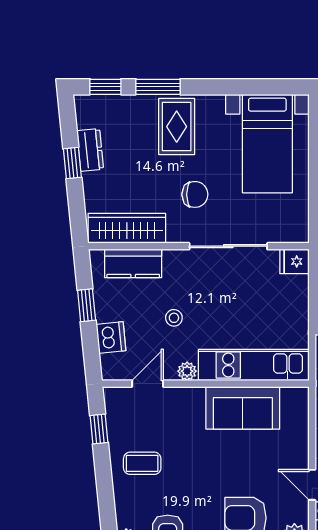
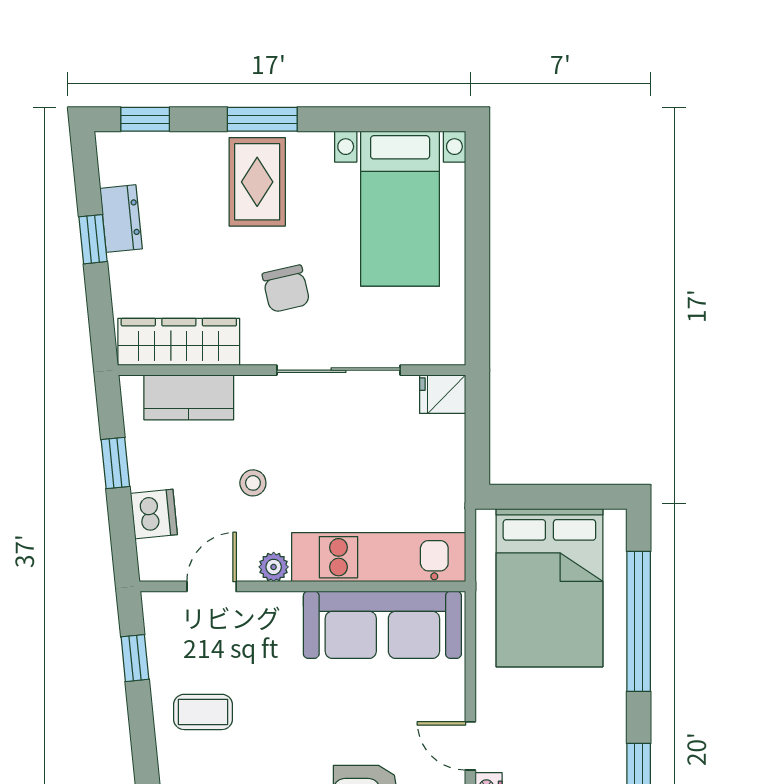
window: (158, 87) -> (262, 119), moved
chair: (195, 194) -> (286, 289), turned 77
sofa: (243, 408) -> (382, 625), width x1.36

